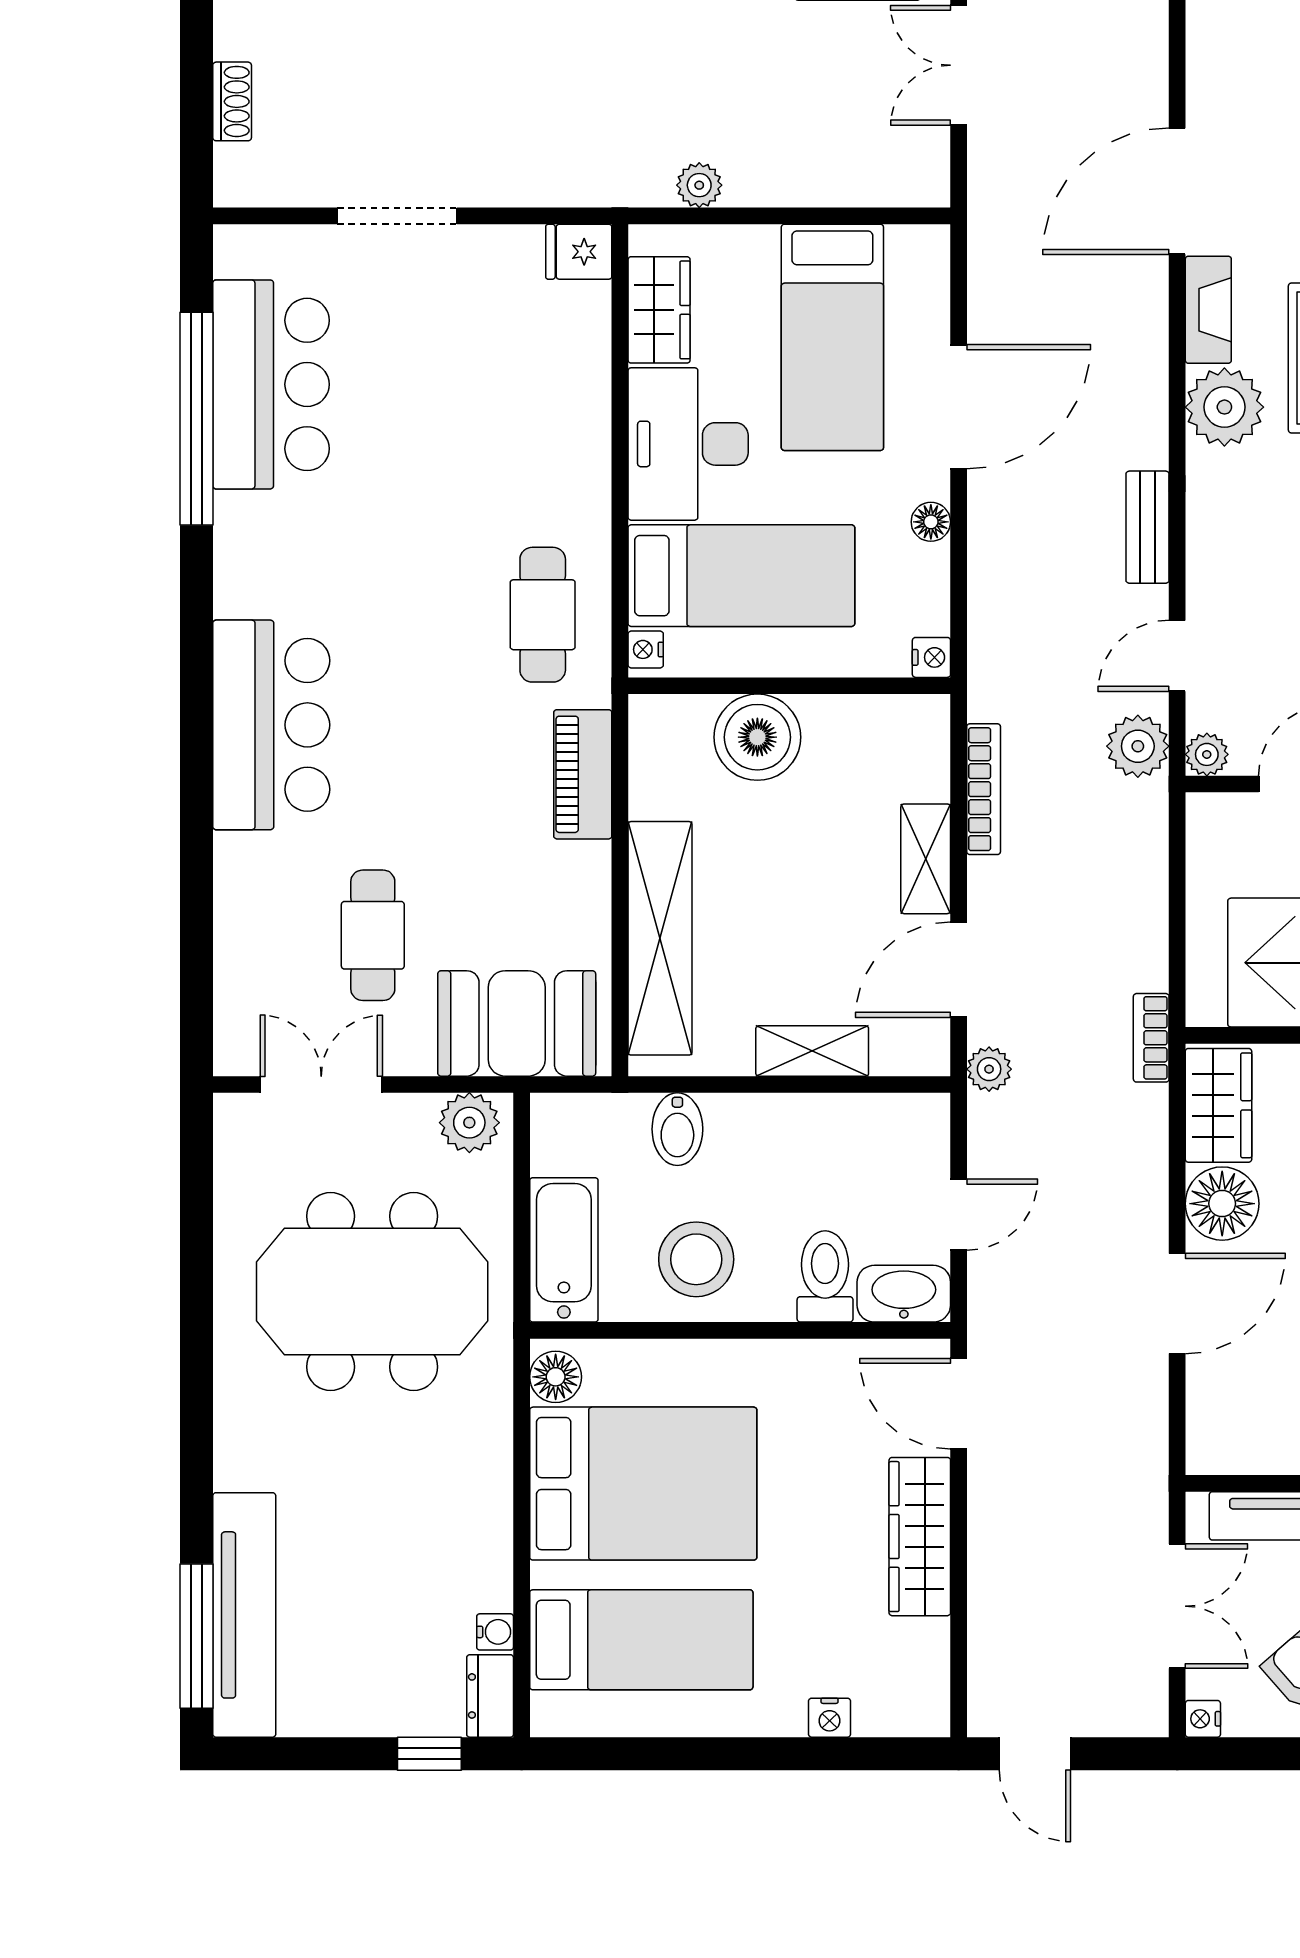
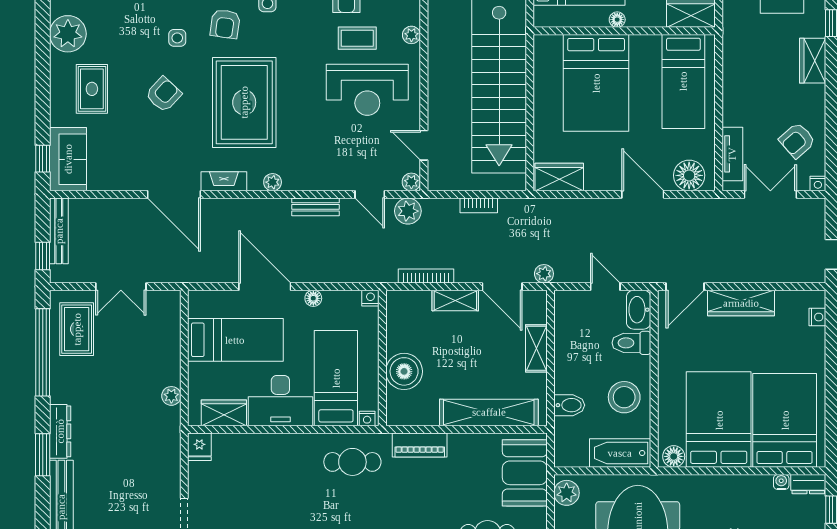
plant: (1224, 407) -> (273, 182), width x0.53, depth x0.53
bookcase: (1151, 1038) -> (479, 205), moved
floor lamp: (1222, 1204) -> (689, 175), moved
bed: (641, 1640) -> (785, 420), width x1.50
nightstand: (830, 1718) -> (817, 317), moved

